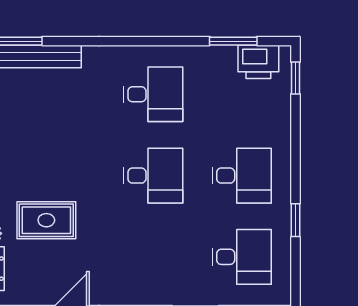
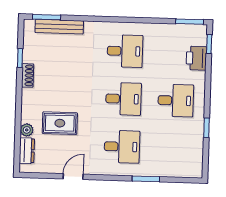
window: (233, 41) -> (190, 22), moved
printer: (258, 62) -> (196, 58), moved, turned 90
desk: (242, 257) -> (122, 147), moved

